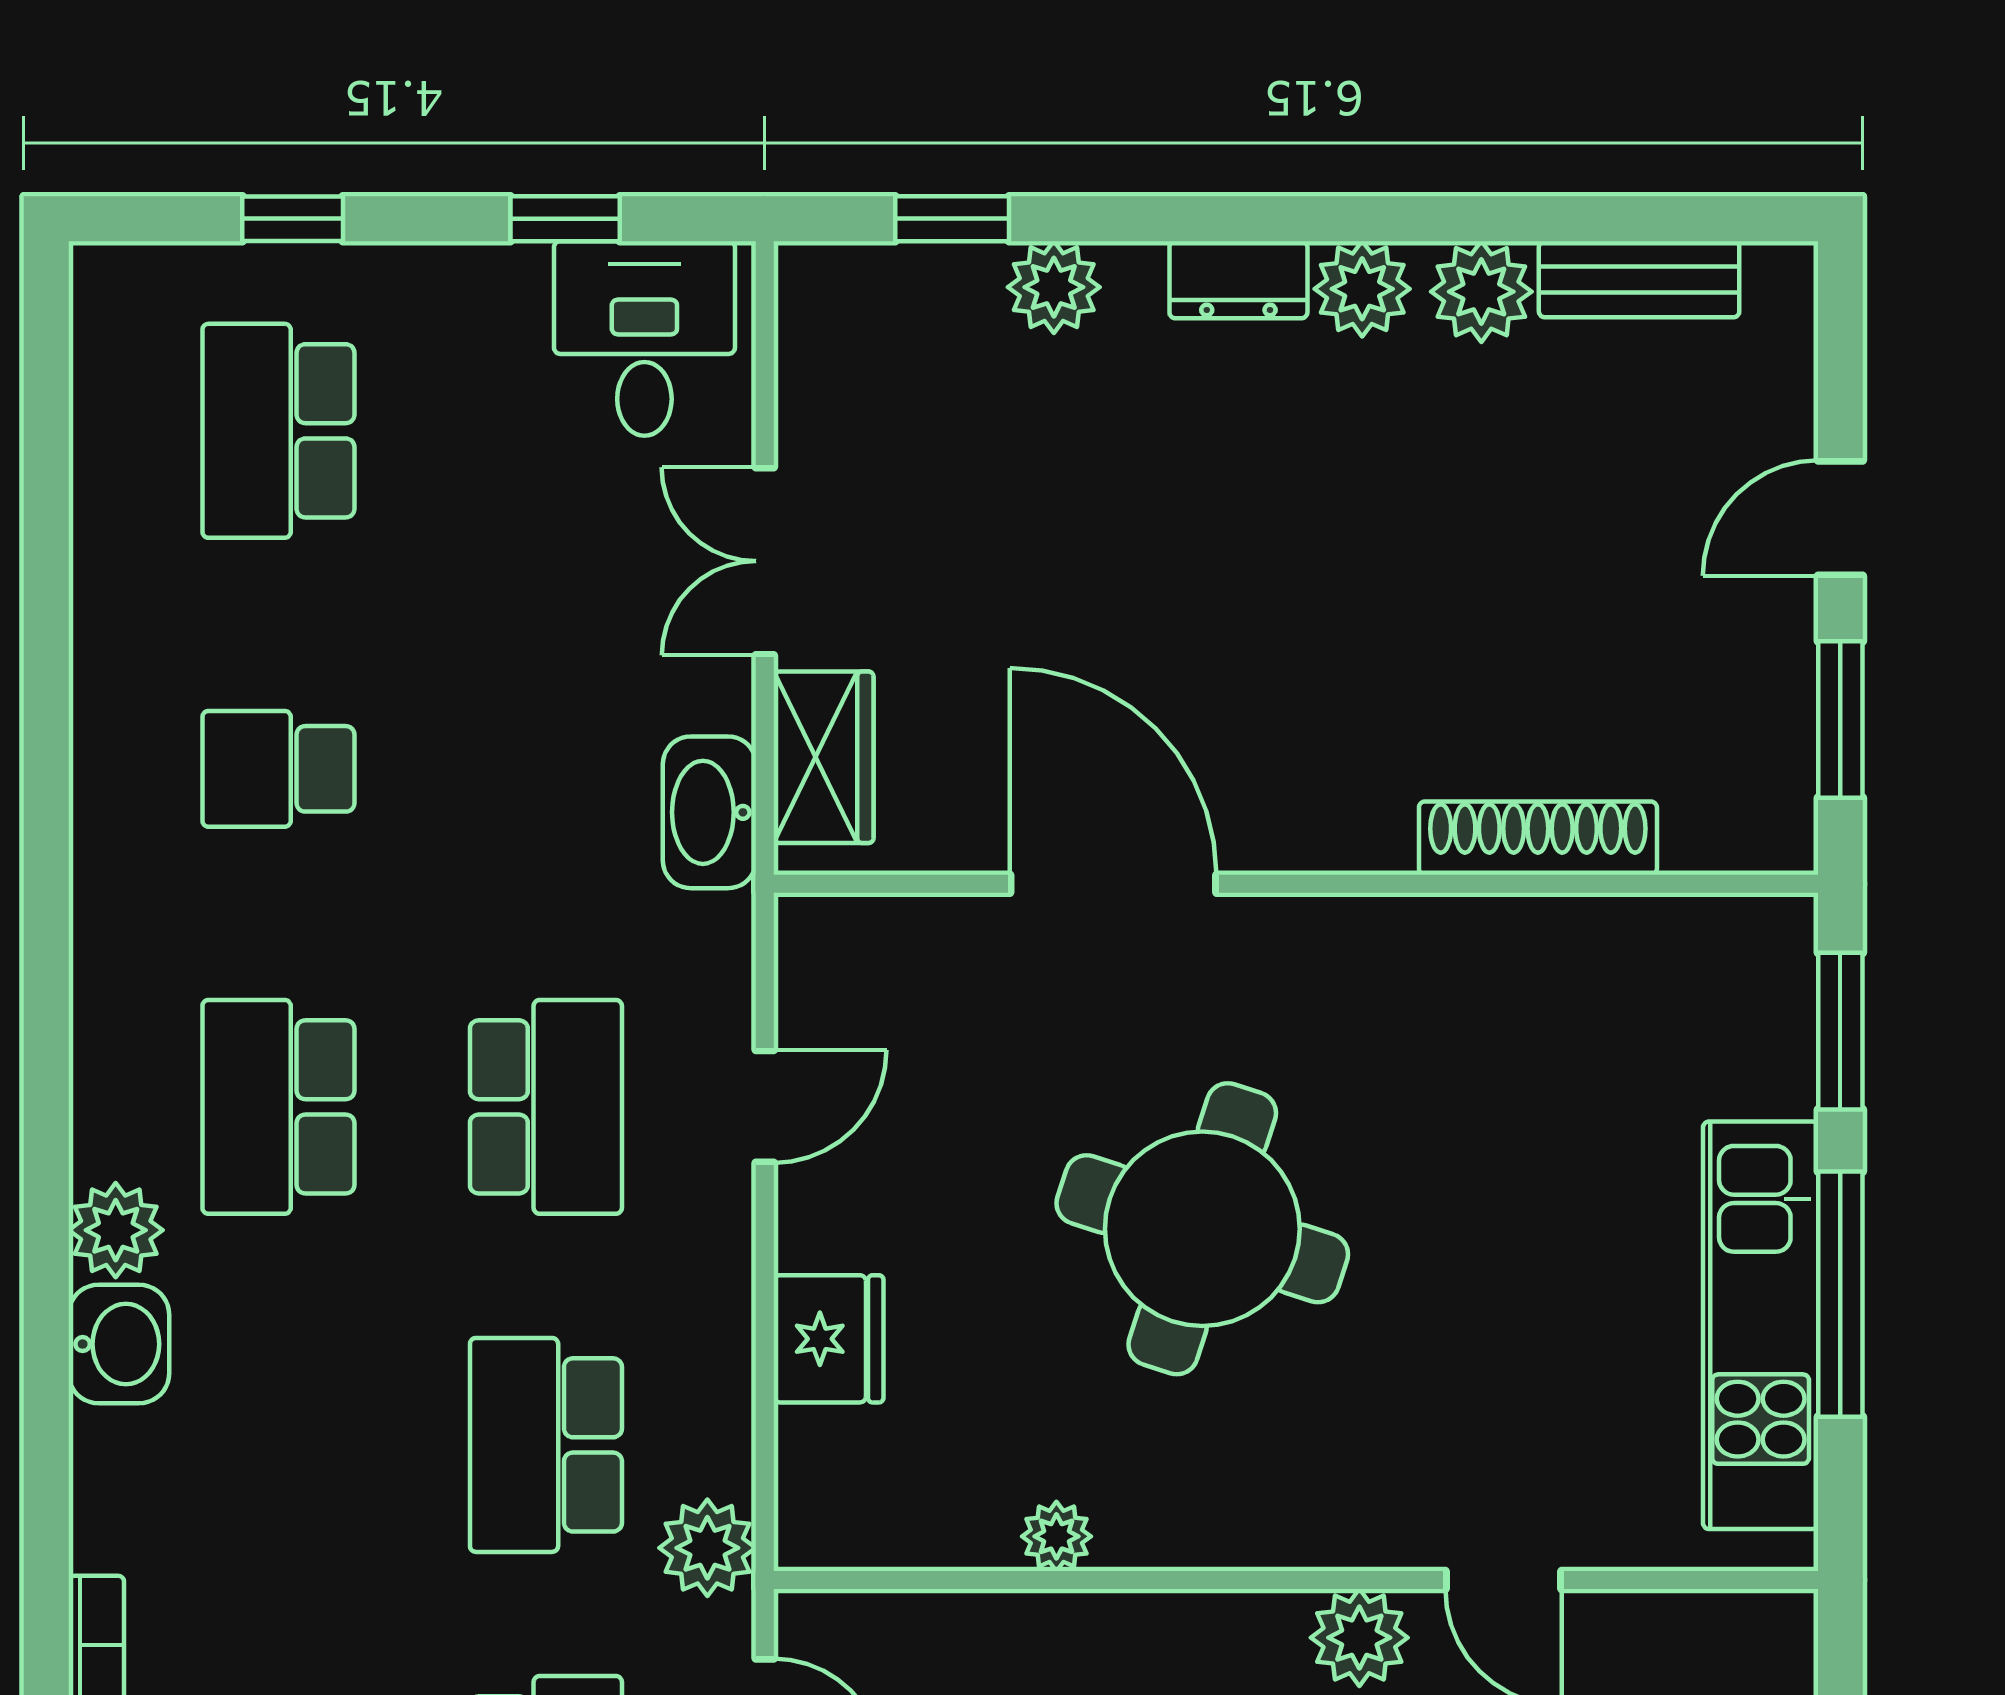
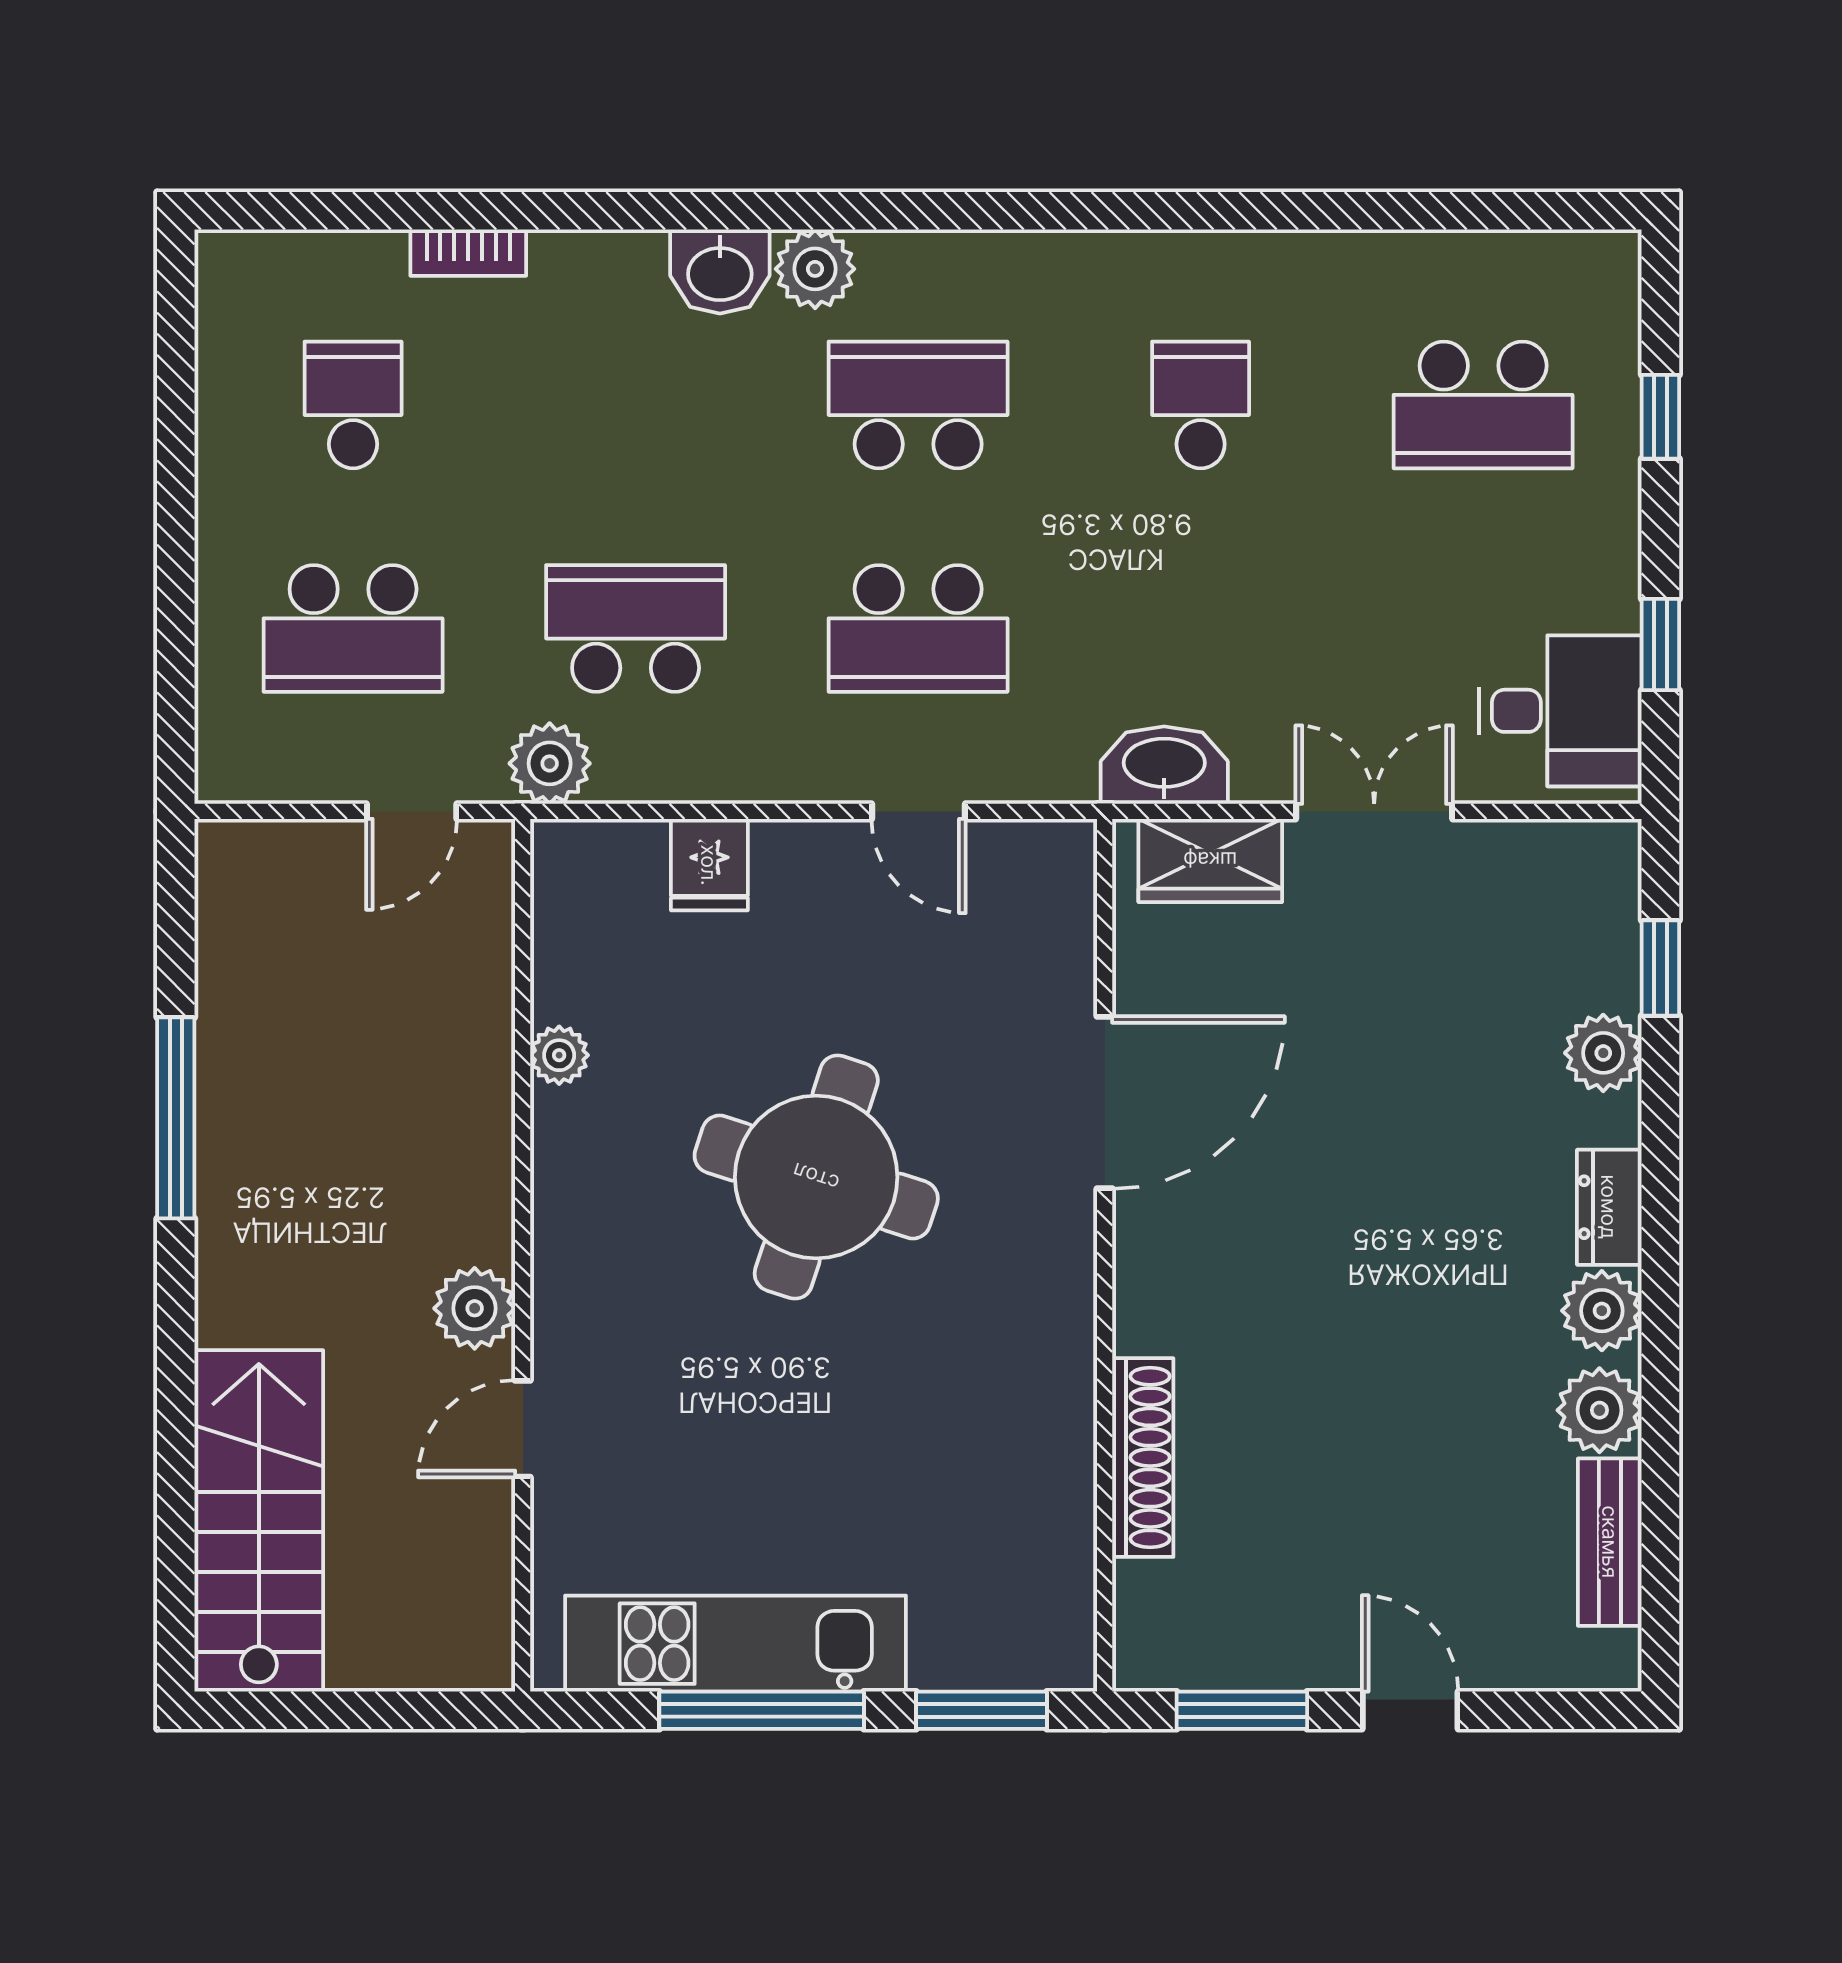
school desk: (278, 431) -> (1483, 405), turned 180
fridge: (829, 1339) -> (709, 865), width x0.72

